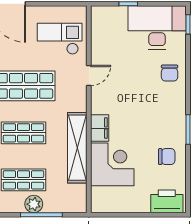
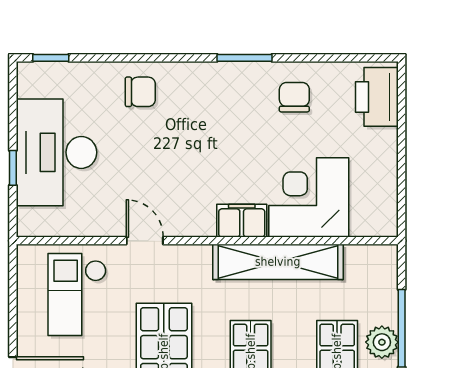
desk: (157, 27) -> (56, 152), moved

